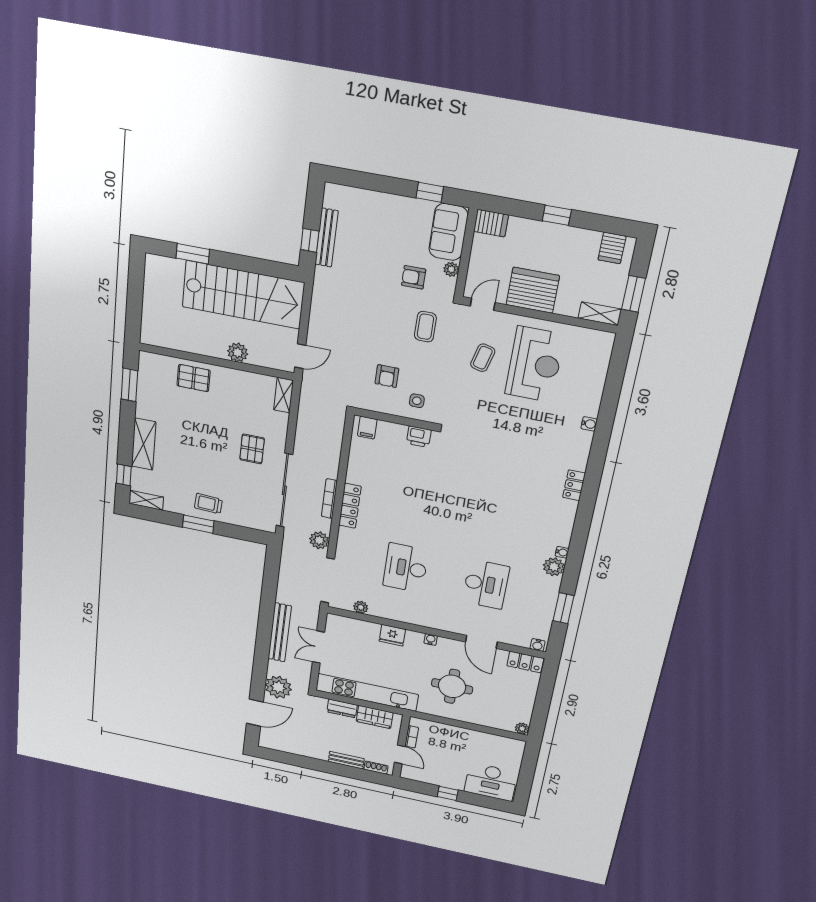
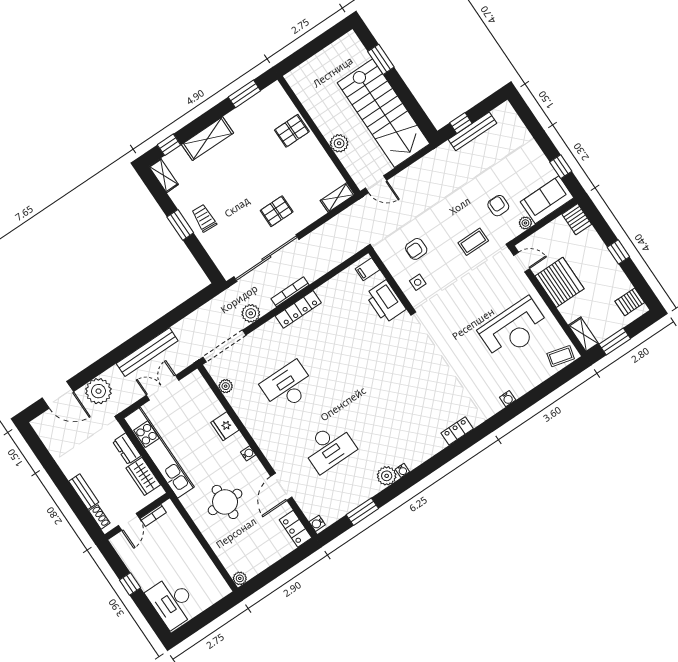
coffee table: (483, 358) -> (561, 356), moved
pallet: (194, 378) -> (292, 131), turned 90
printer: (419, 437) -> (385, 302), width x1.87, depth x1.48

